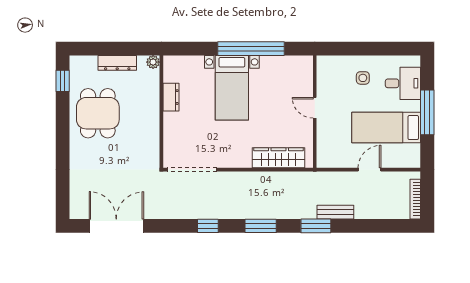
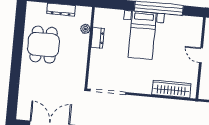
plant: (153, 62) -> (85, 29), moved
window: (63, 81) -> (20, 19), removed

